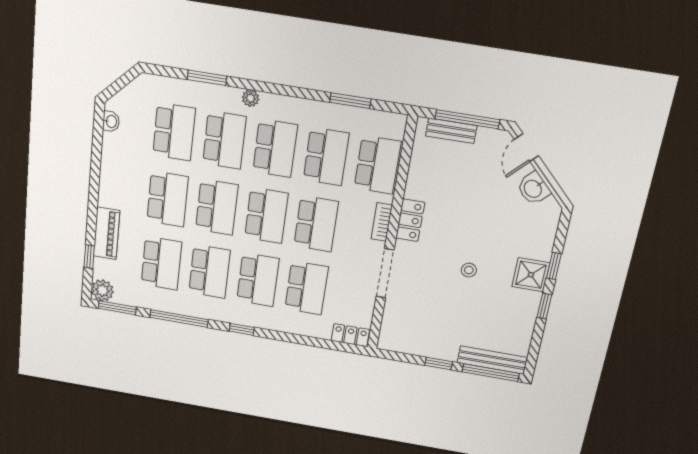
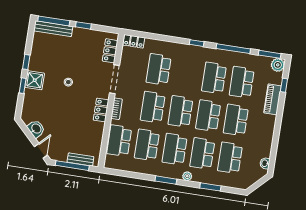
window: (350, 101) -> (166, 180), moved
school desk: (258, 280) -> (186, 74), removed
locker: (392, 321) -> (110, 51), added

